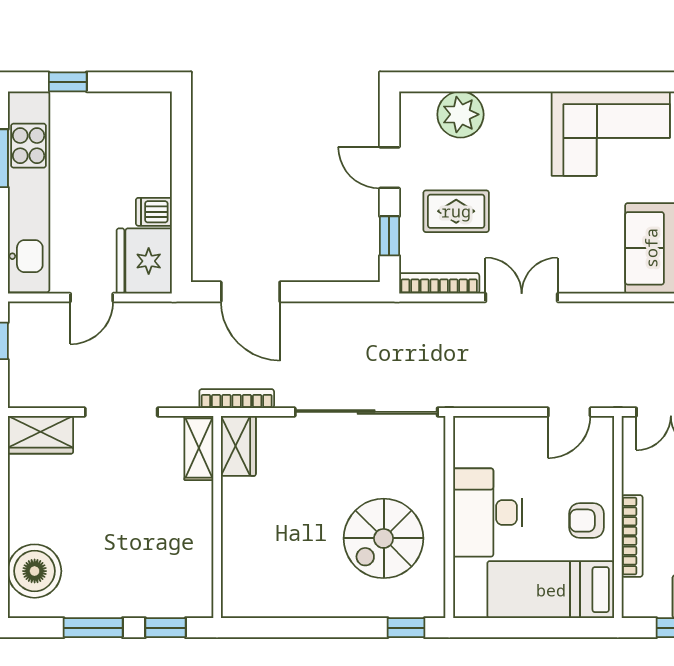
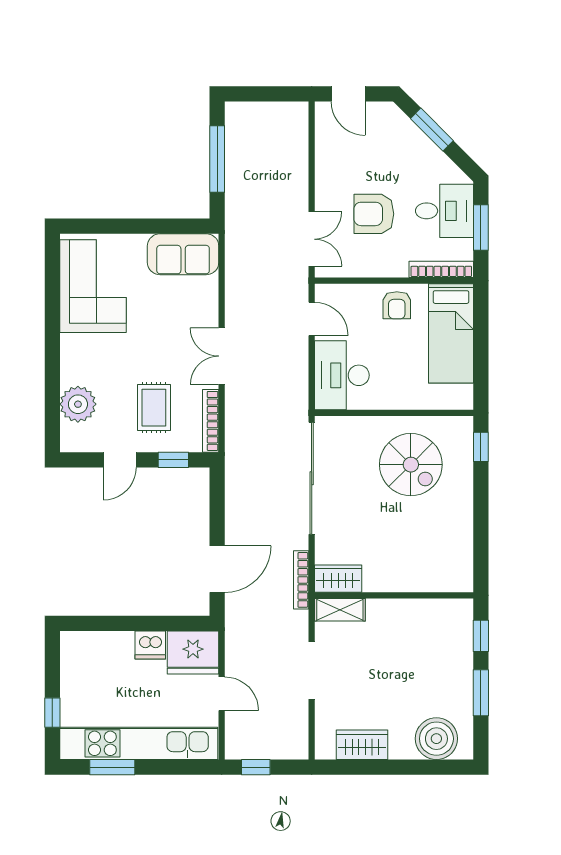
dishwasher: (154, 212) -> (150, 645), width x1.38
wardrobe: (40, 435) -> (362, 745), moved, turned -90
desk: (488, 513) -> (342, 375), moved, turned 90
bookcase: (632, 536) -> (441, 269), moved

